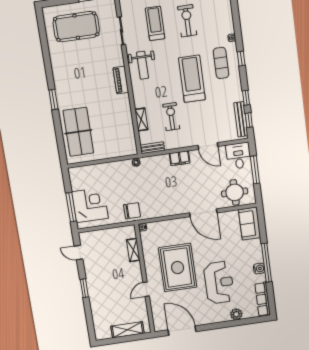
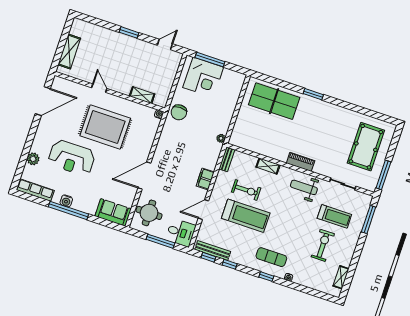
exercise bike: (187, 21) -> (323, 245), turned -90
treadmill: (192, 79) -> (246, 216), moved
shelving: (141, 119) -> (268, 166), moved

